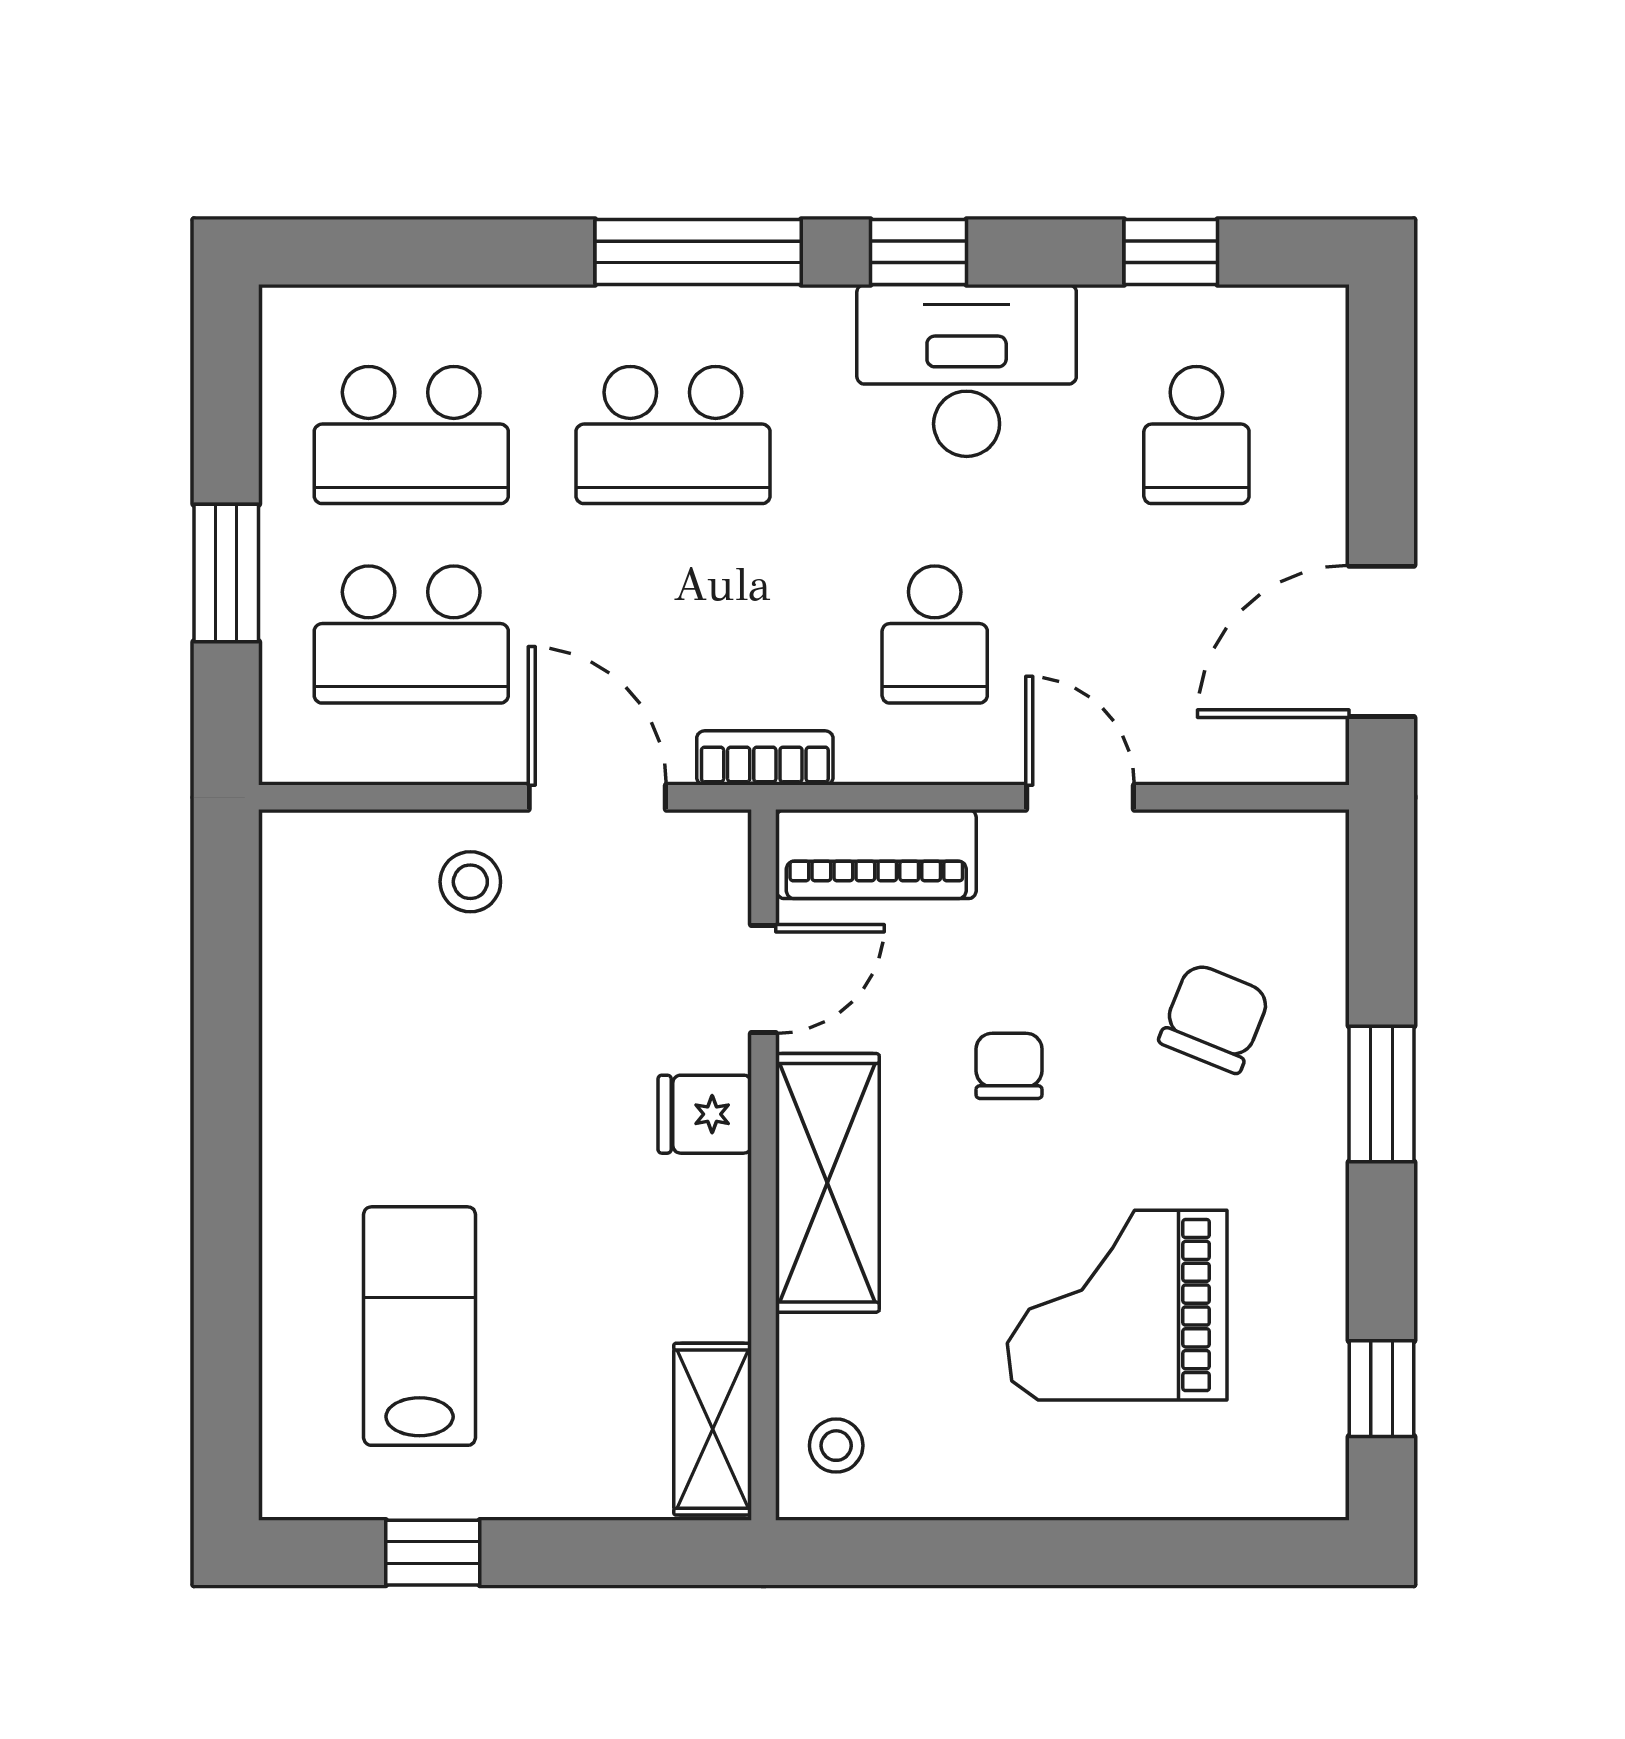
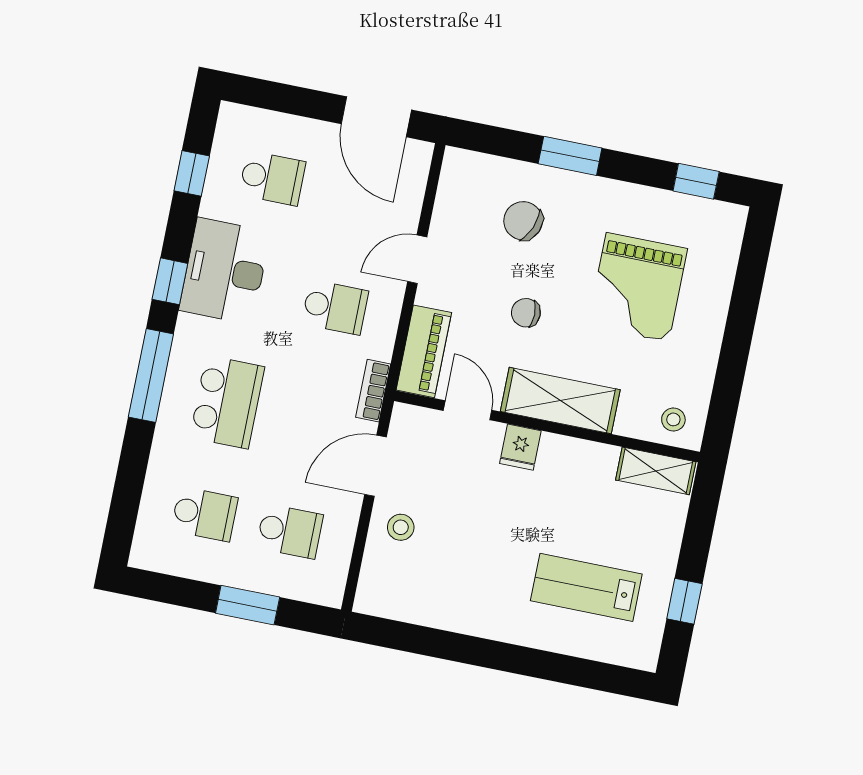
school desk: (411, 435) -> (204, 514), width x0.54
school desk: (411, 634) -> (290, 531), width x0.54

